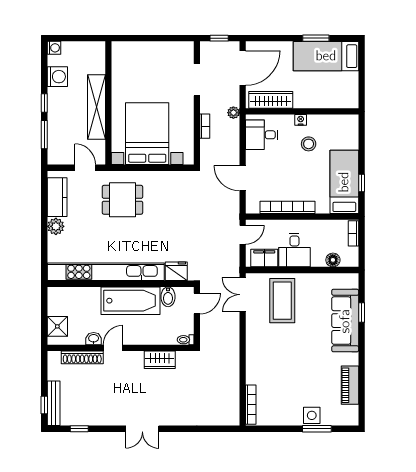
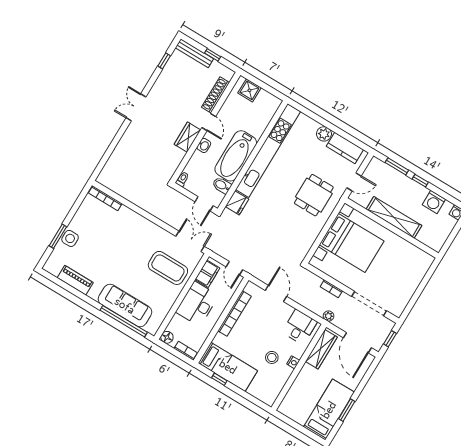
doorway: (197, 80) -> (369, 304), width x1.36
door: (243, 178) -> (276, 293), hinge flipped
desk: (294, 250) -> (197, 304), width x1.37
floor lamp: (333, 260) -> (167, 337), moved
window: (362, 313) -> (124, 321), width x3.17
washbasin: (94, 339) -> (204, 145), moved
wardrobe: (160, 360) -> (187, 137), moved
window: (44, 405) -> (213, 55), moved

